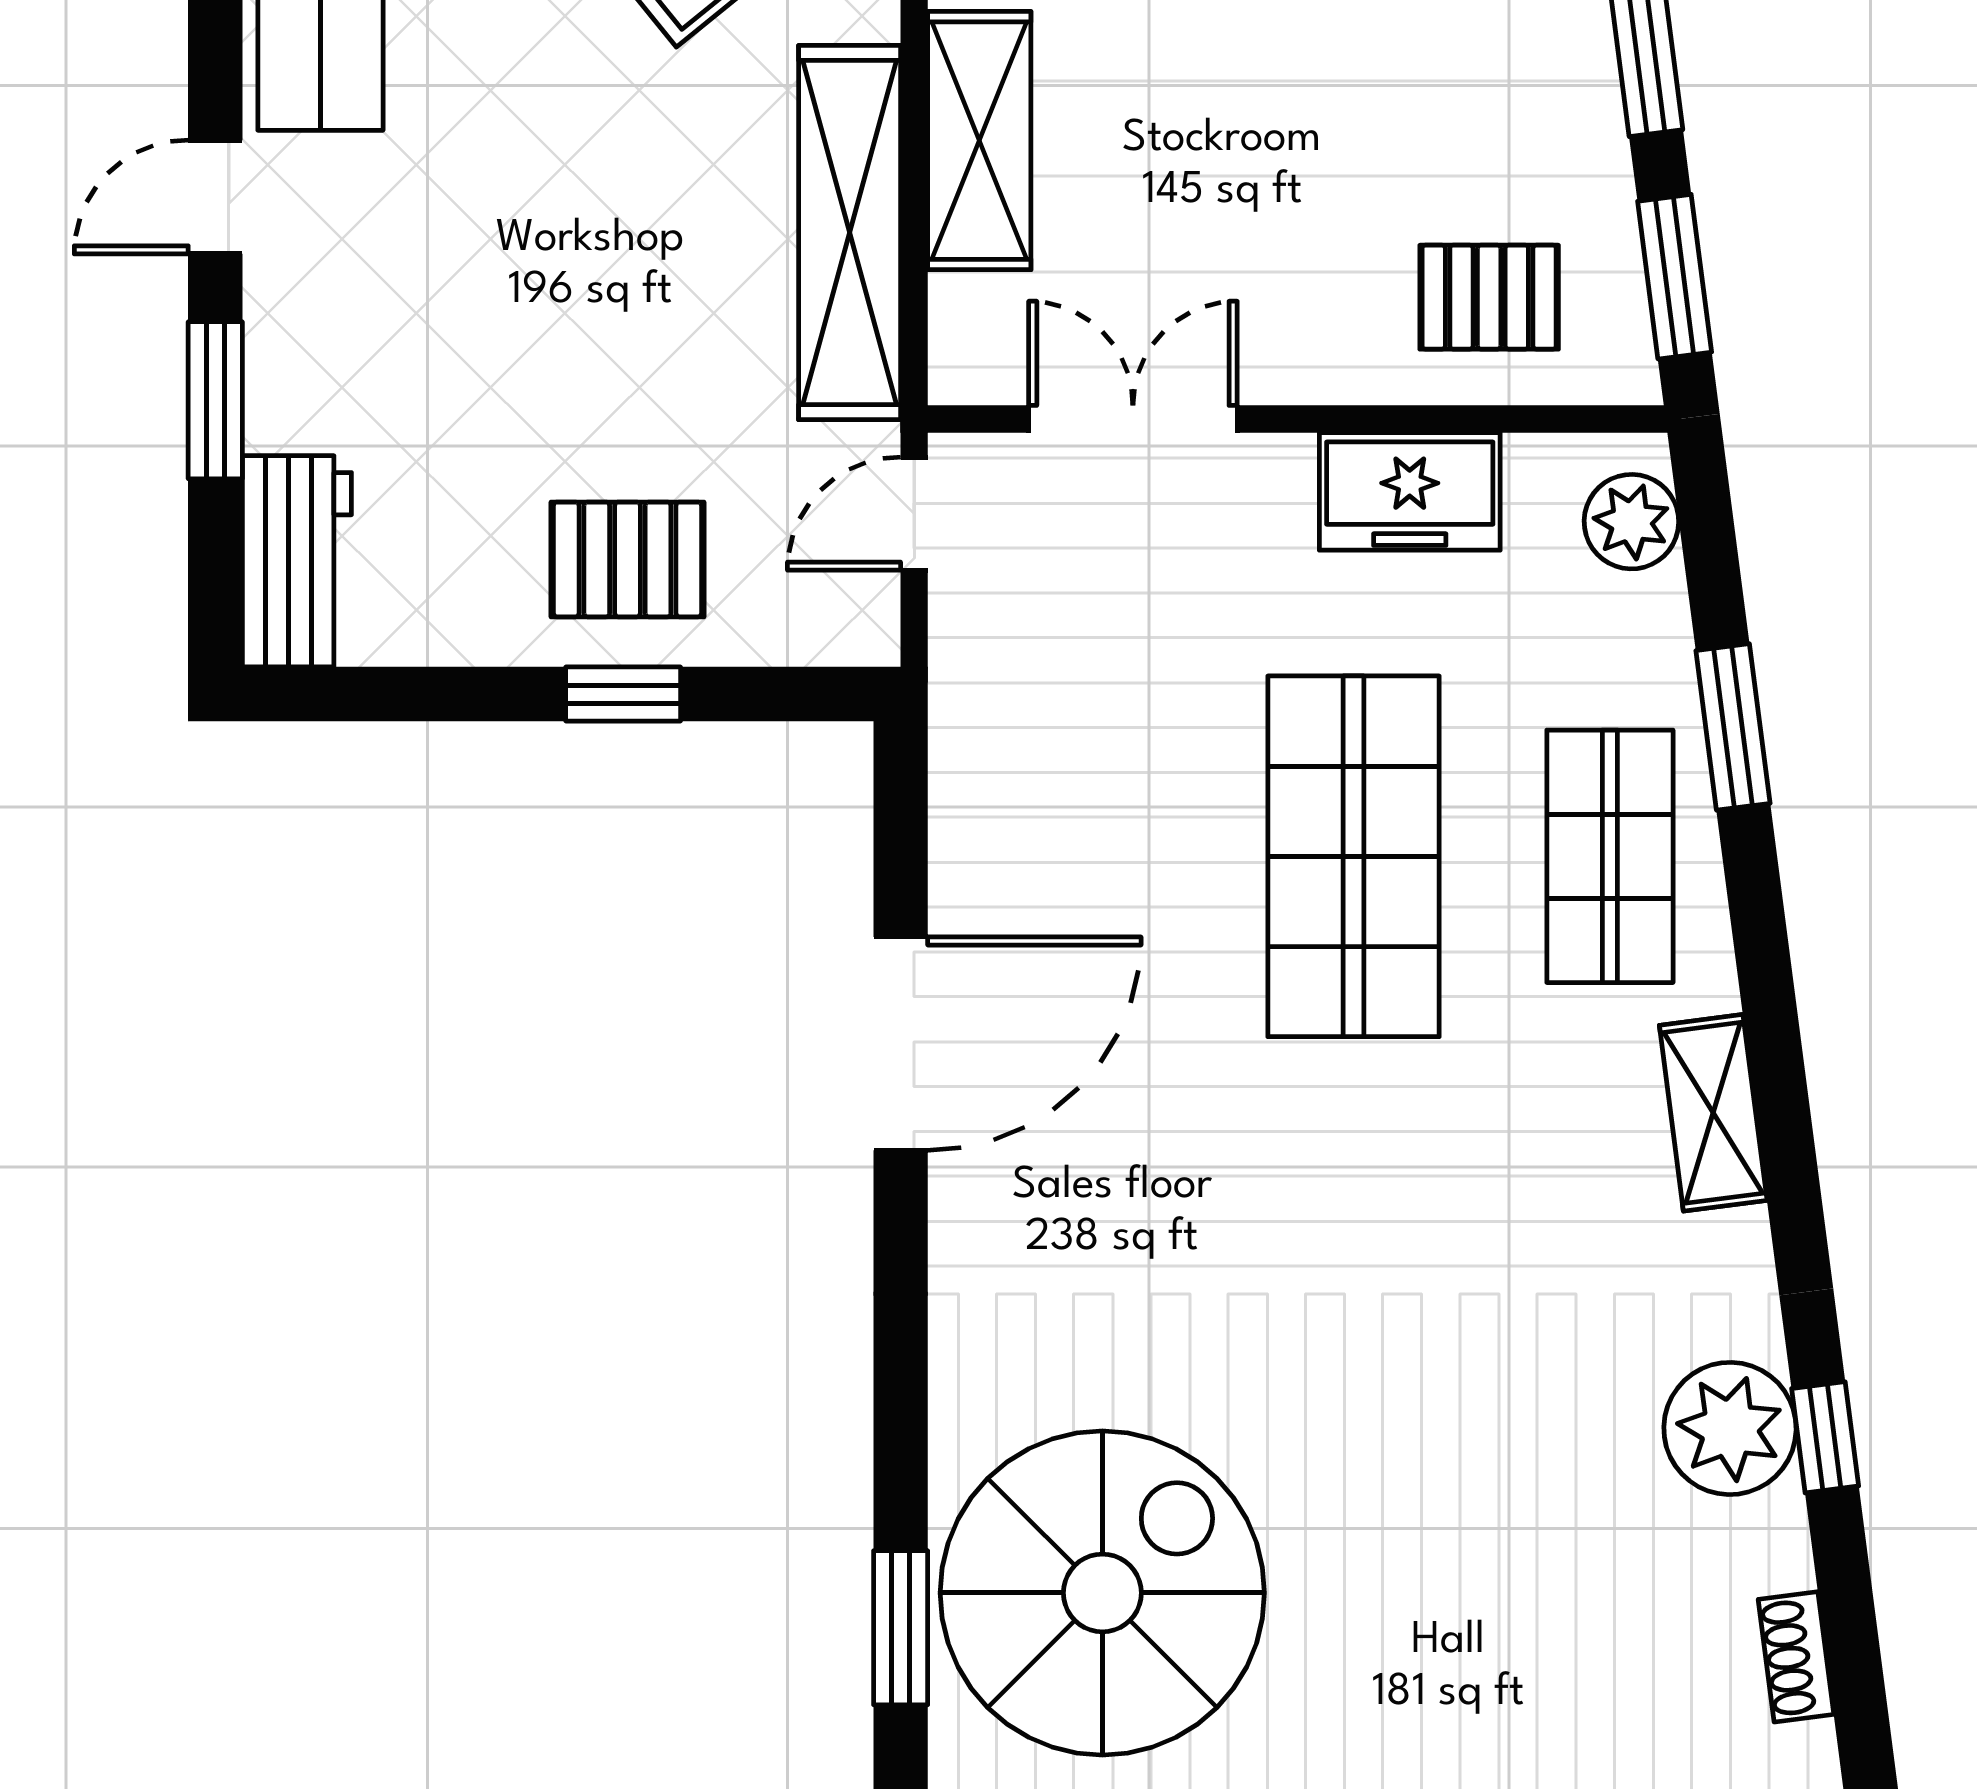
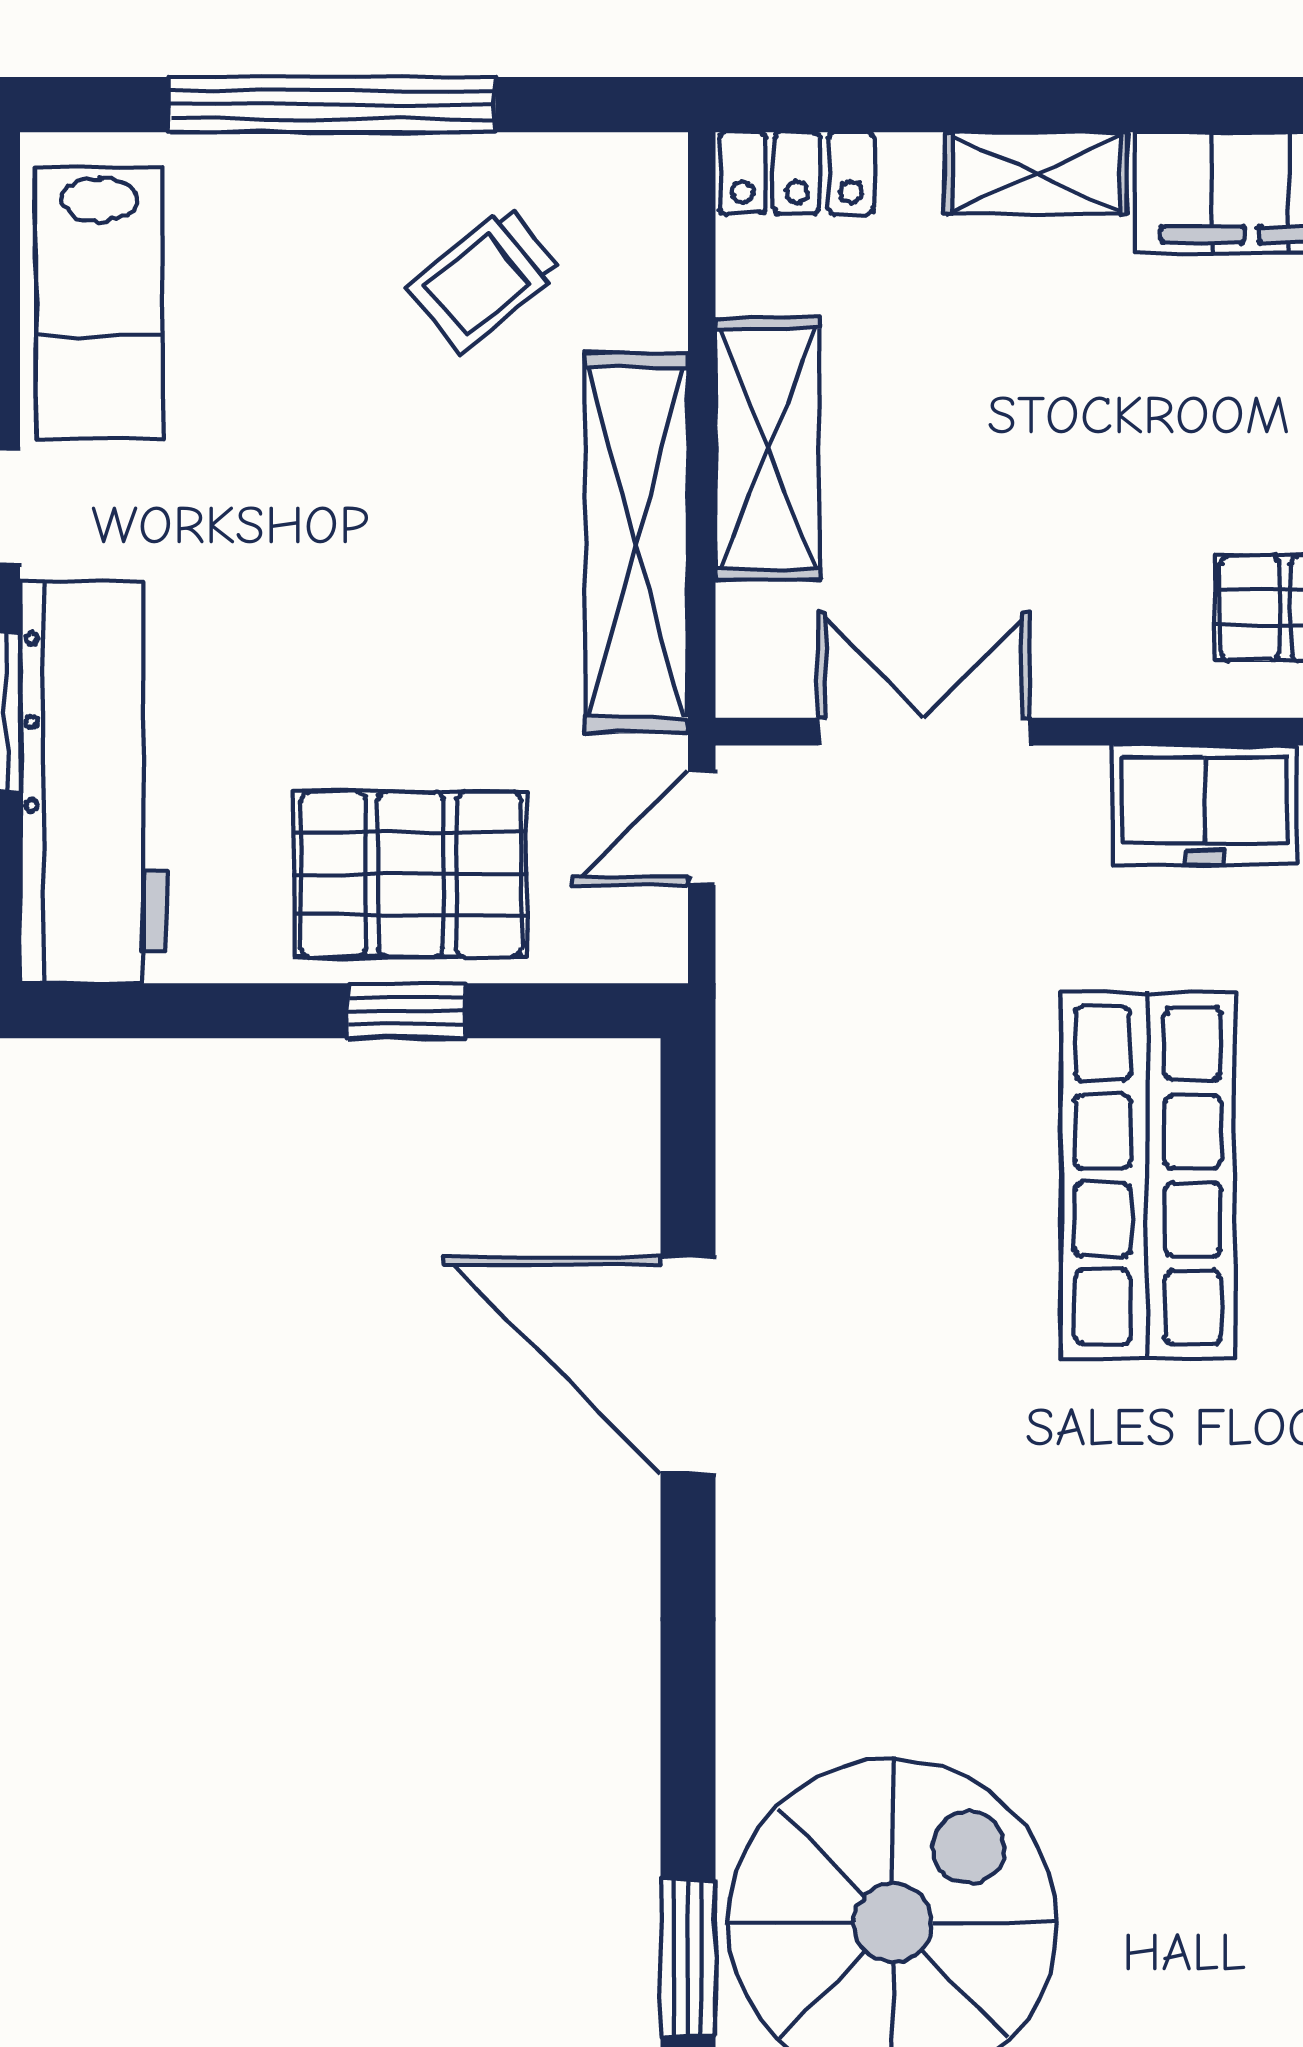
pallet: (627, 559) -> (411, 874), width x1.50, depth x1.42
workbench: (297, 561) -> (93, 782), width x1.88, depth x1.32
door: (901, 1044) -> (688, 1366), swing flipped

